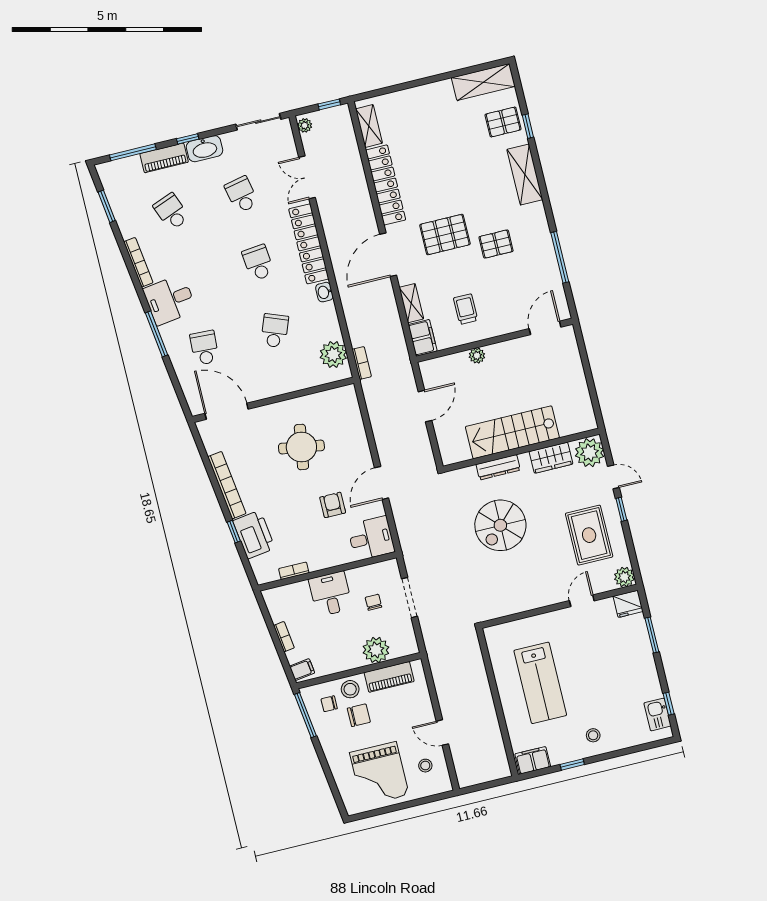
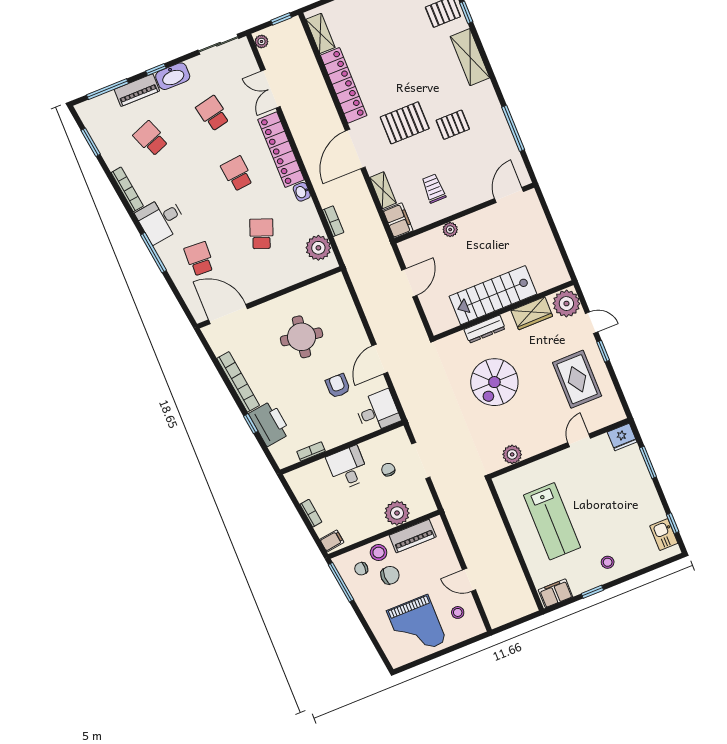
bookcase: (362, 363) -> (333, 221), moved
plant: (624, 577) -> (512, 454), moved

